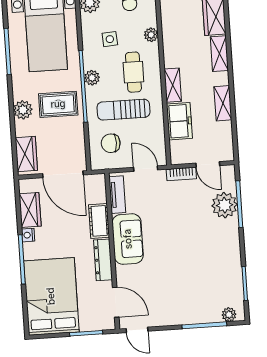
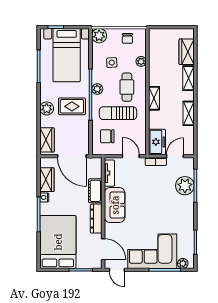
freezer: (179, 121) -> (157, 142), moved
door: (208, 164) -> (175, 156), swing flipped
corner sofa: (185, 300) -> (152, 251), added

